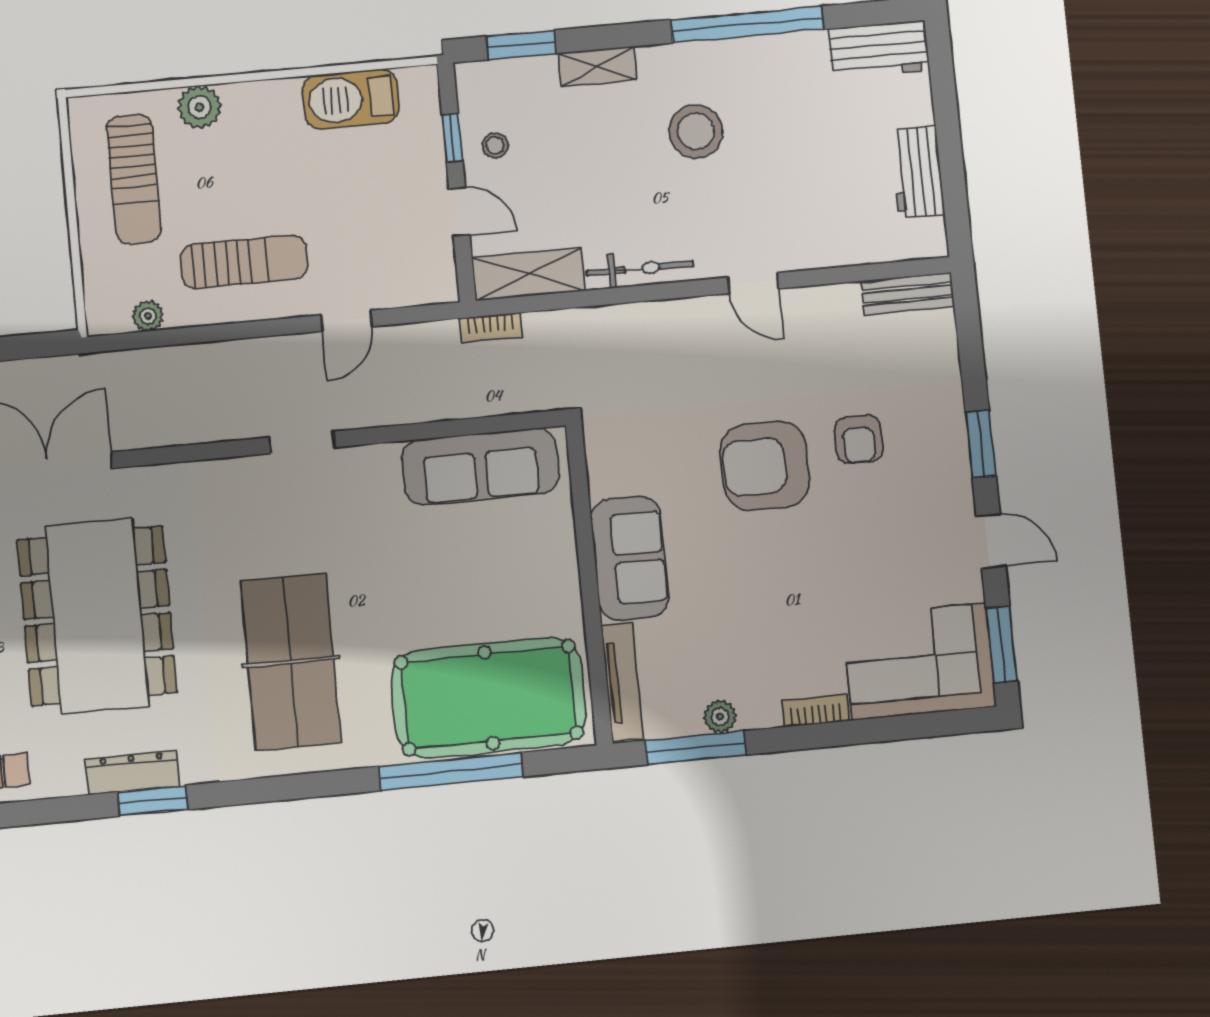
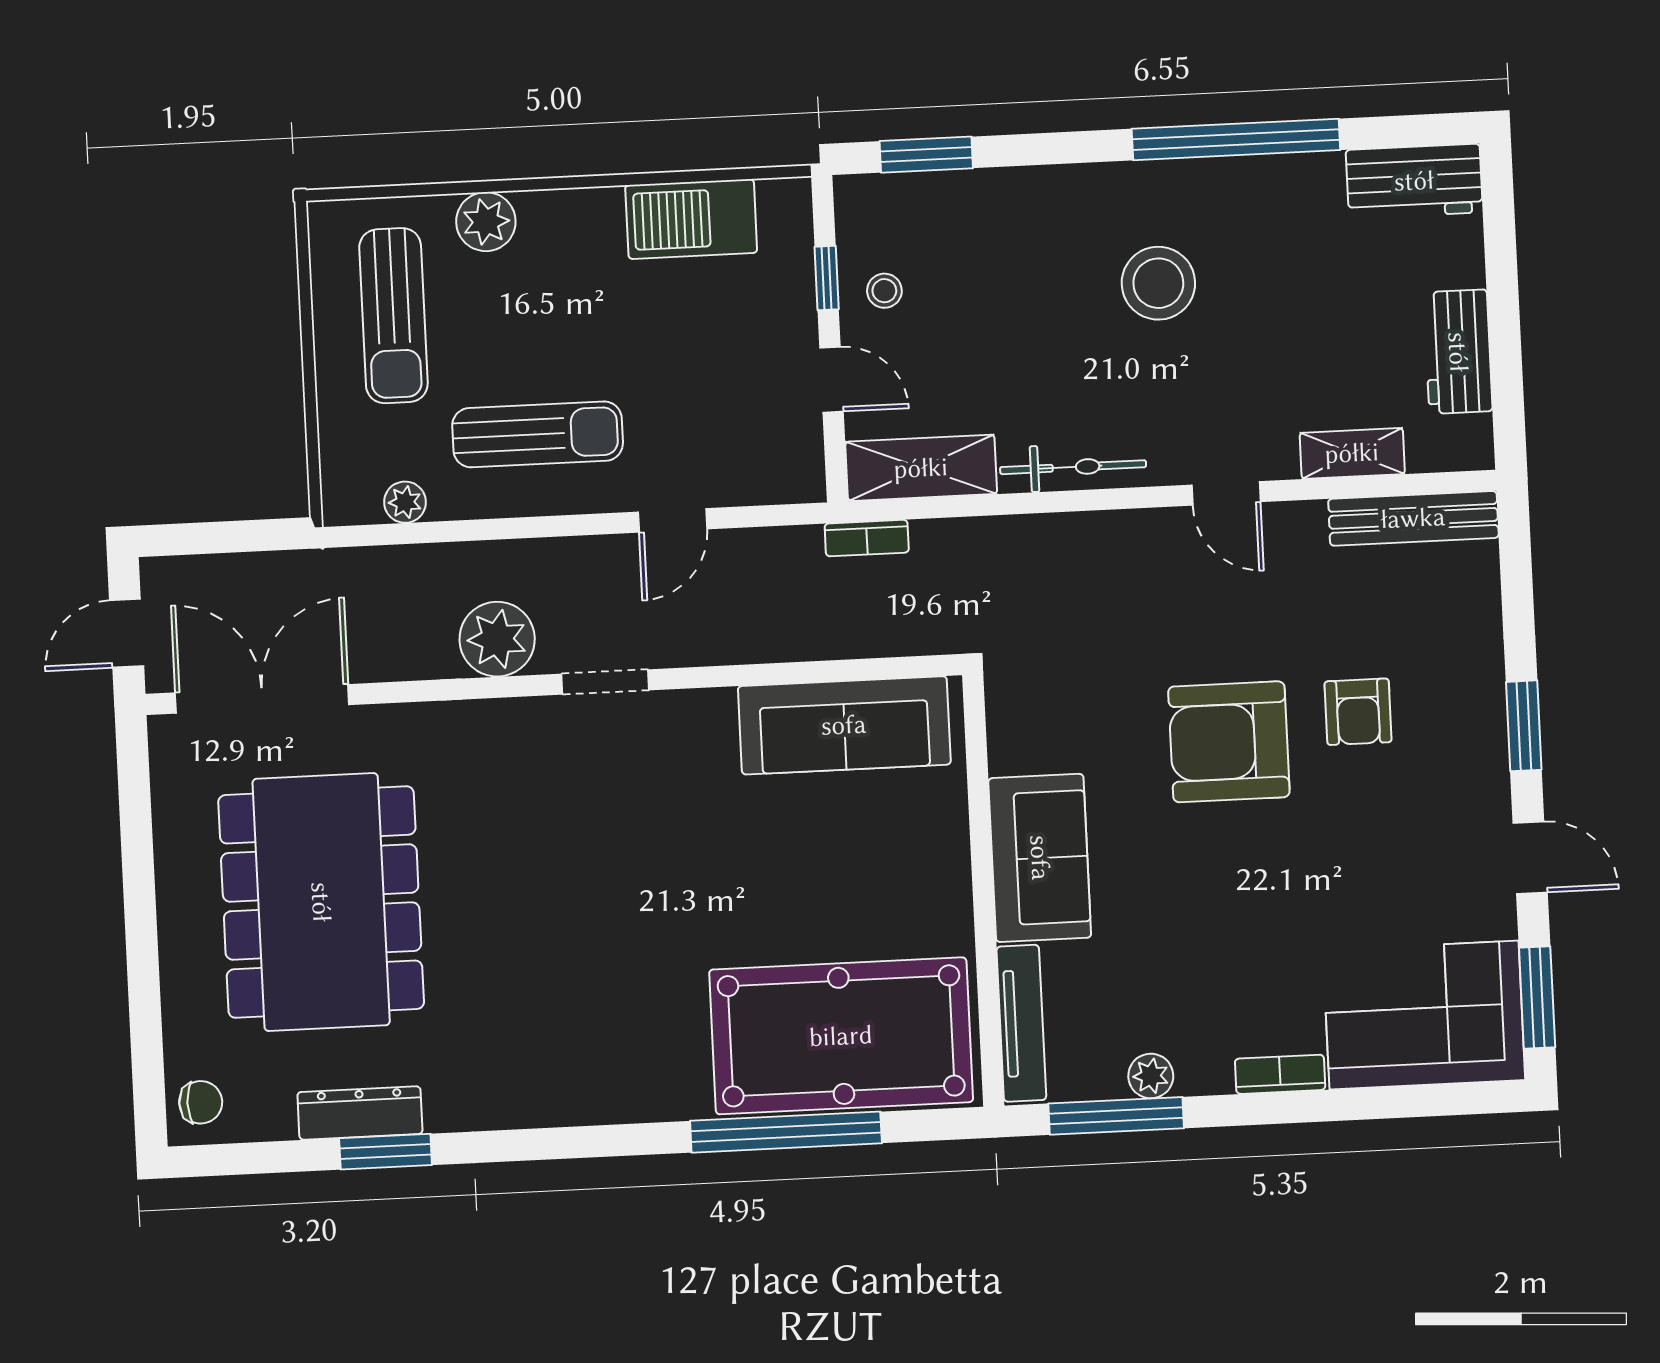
shelving: (598, 66) -> (1352, 453), moved
bench: (908, 294) -> (1413, 518), width x1.36
plant: (220, 414) -> (497, 639), added
table tennis table: (291, 662) -> (577, 976), removed

